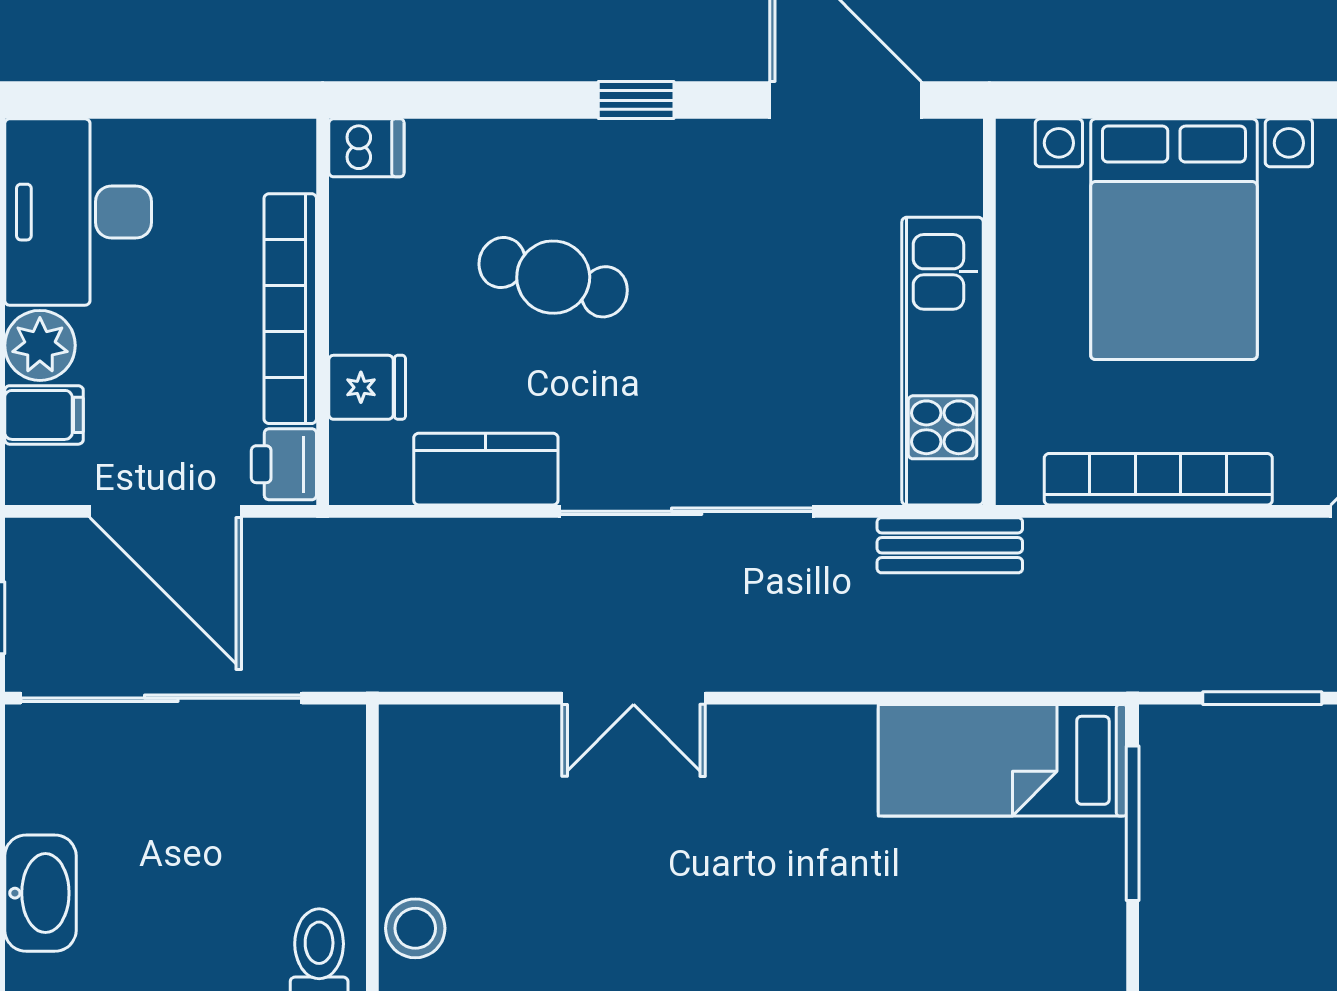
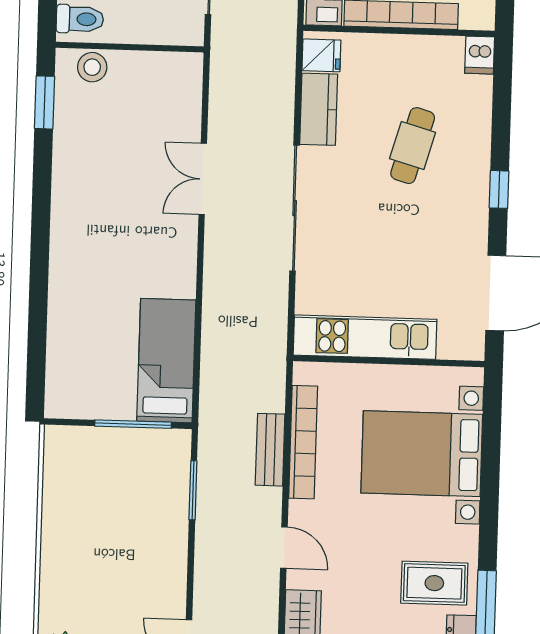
fridge: (367, 387) -> (321, 55), moved, turned -90
bench: (950, 545) -> (270, 450), moved

